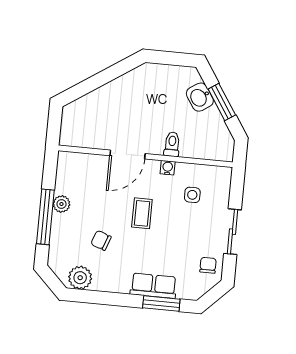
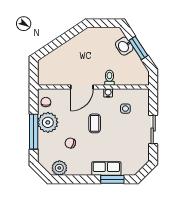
plant: (61, 204) -> (48, 122), width x1.88, depth x1.88
chair: (208, 265) -> (46, 102), moved

